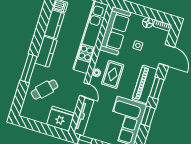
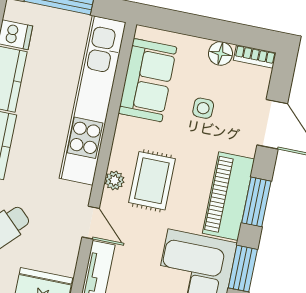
sofa: (115, 31) -> (148, 80), width x0.73

